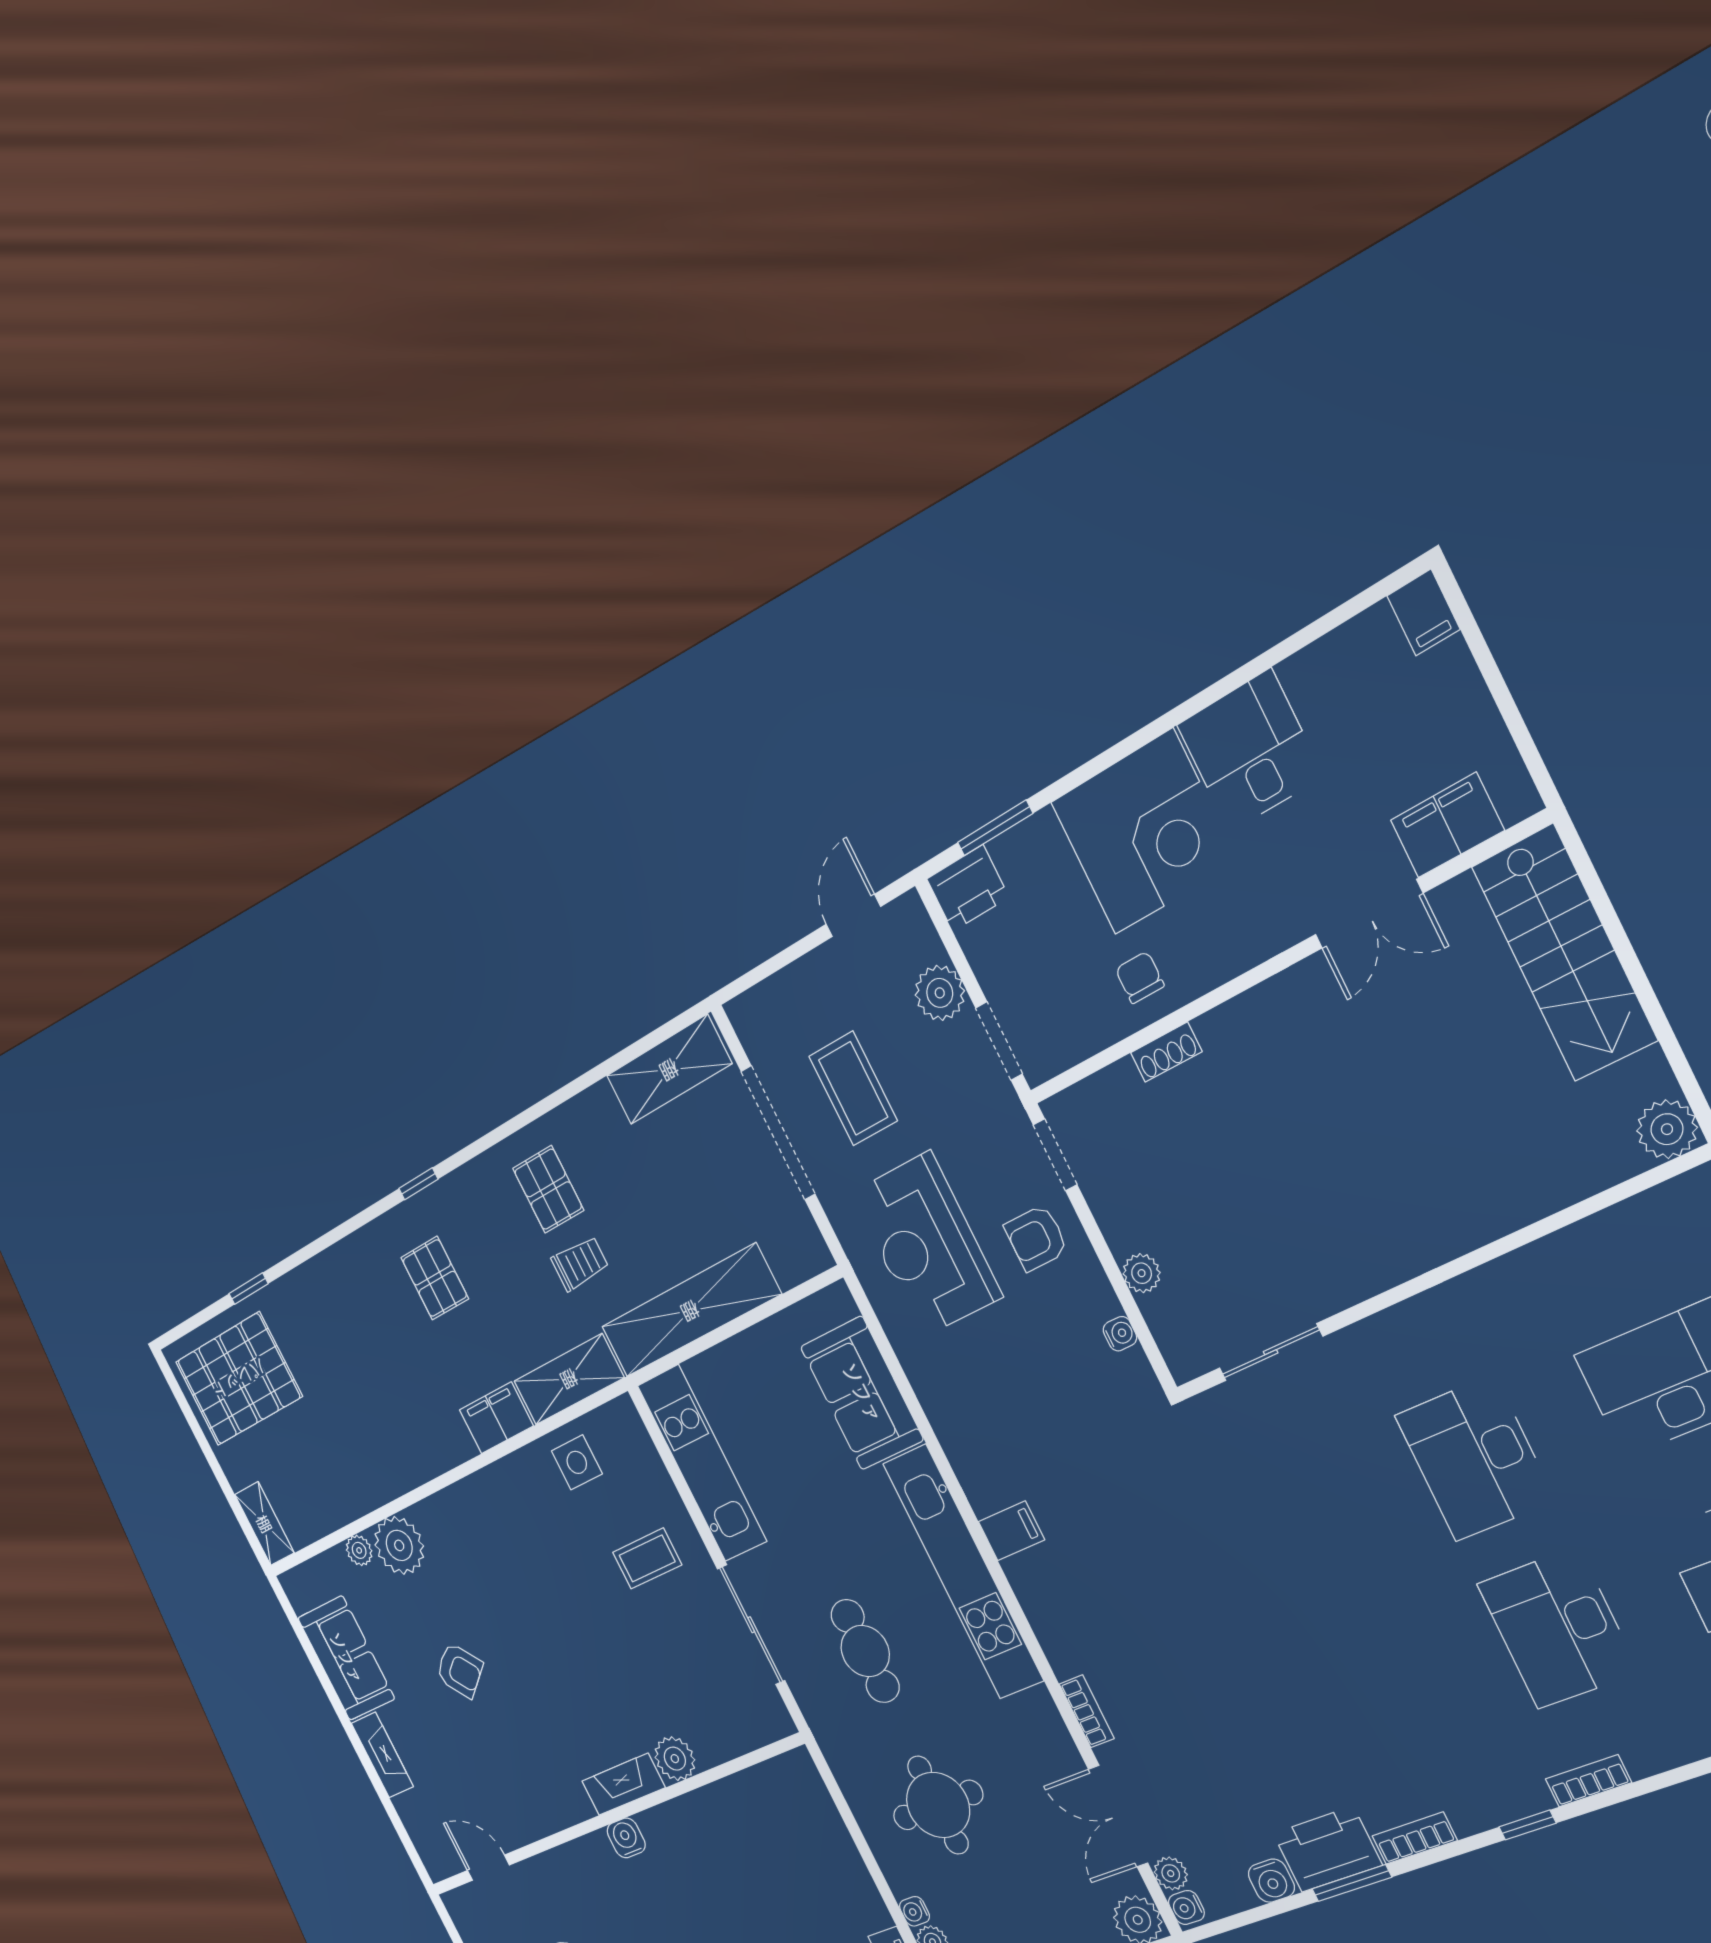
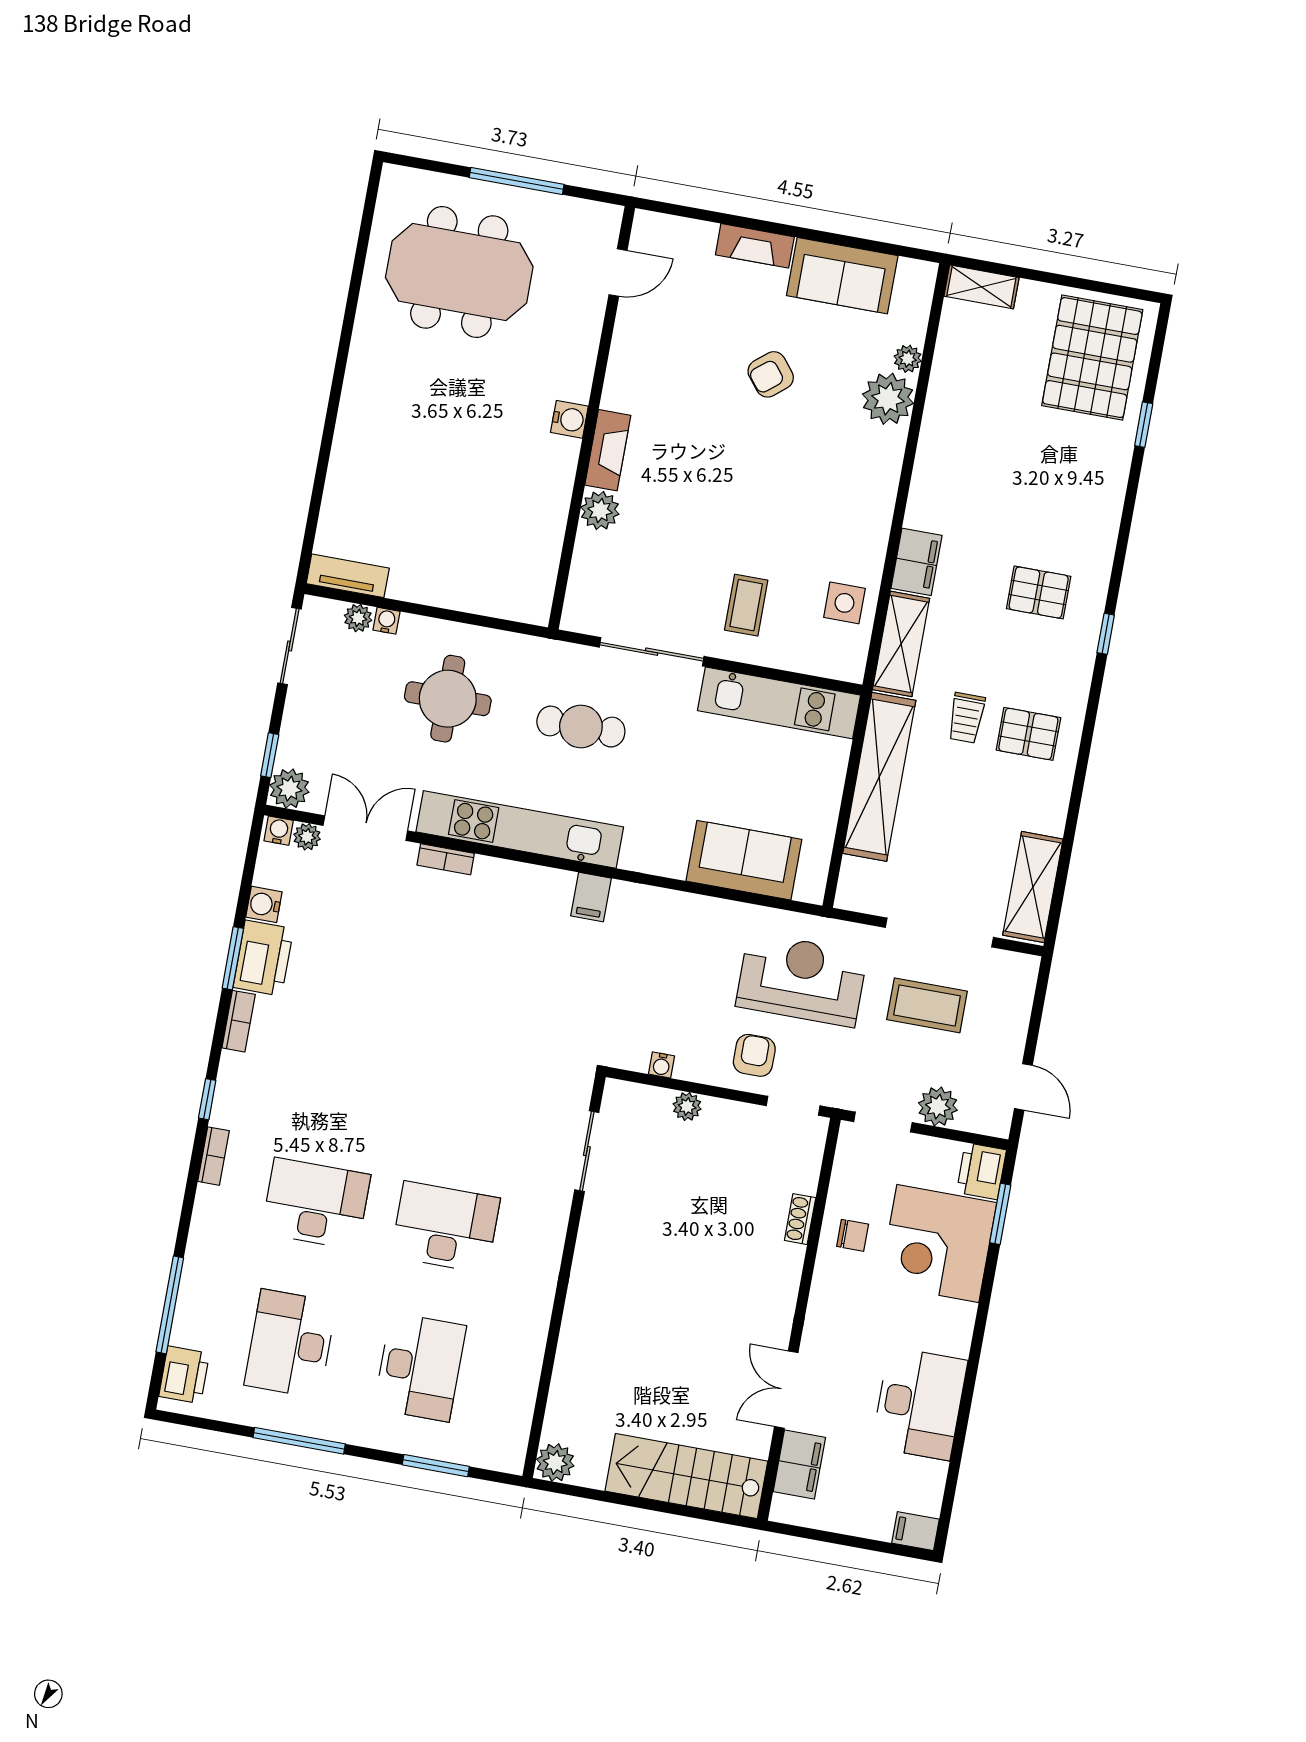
desk: (1250, 751) -> (920, 1404), width x1.37
corner desk: (1144, 832) -> (938, 1243), moved
kitchen unit: (963, 1572) -> (520, 829), moved

